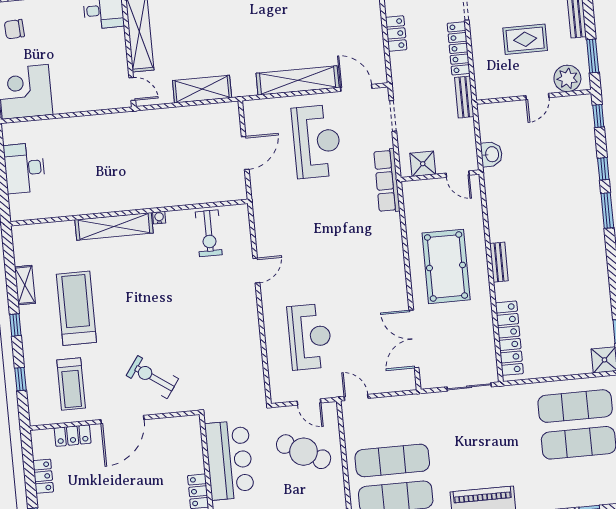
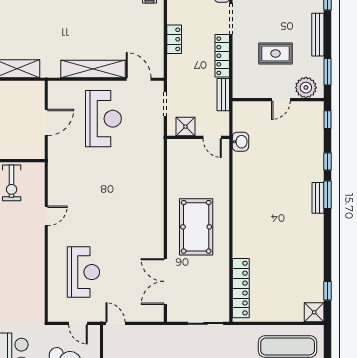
shower: (423, 164) -> (185, 127), moved
door: (458, 174) -> (212, 137), moved
wall: (440, 176) -> (198, 137), moved
row of seats: (387, 181) -> (156, 155), removed
bench: (499, 262) -> (318, 198), moved

